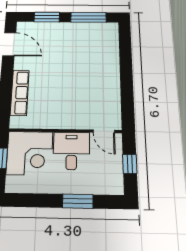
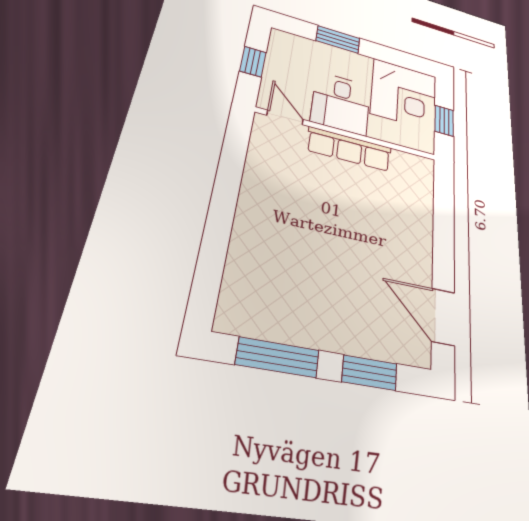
row of seats: (20, 93) -> (349, 149), moved, turned -90
corner desk: (30, 153) -> (404, 94), moved, turned 180

